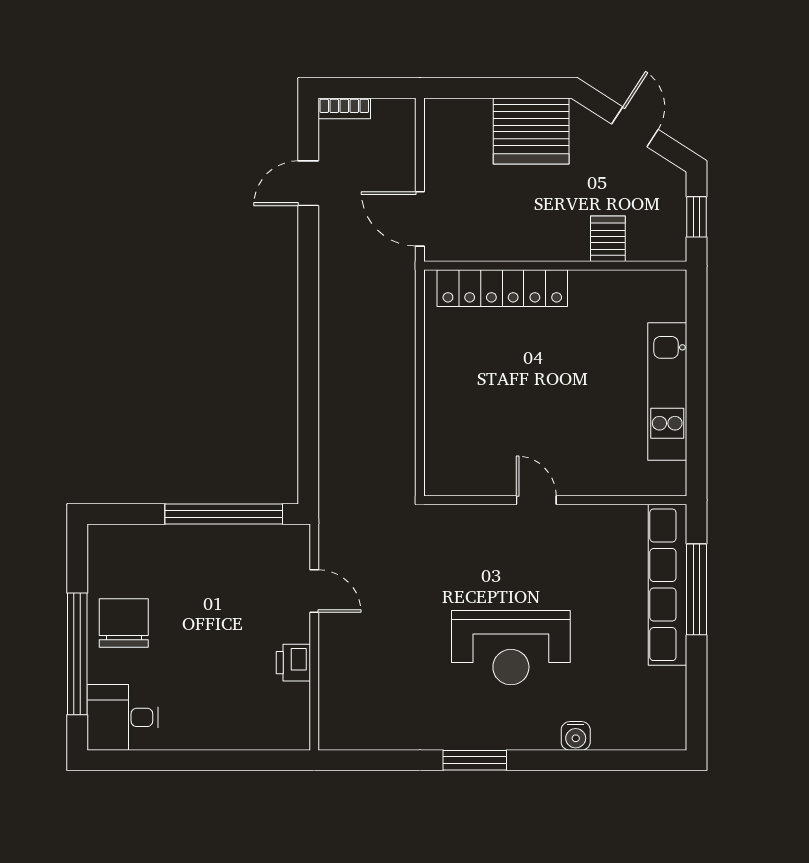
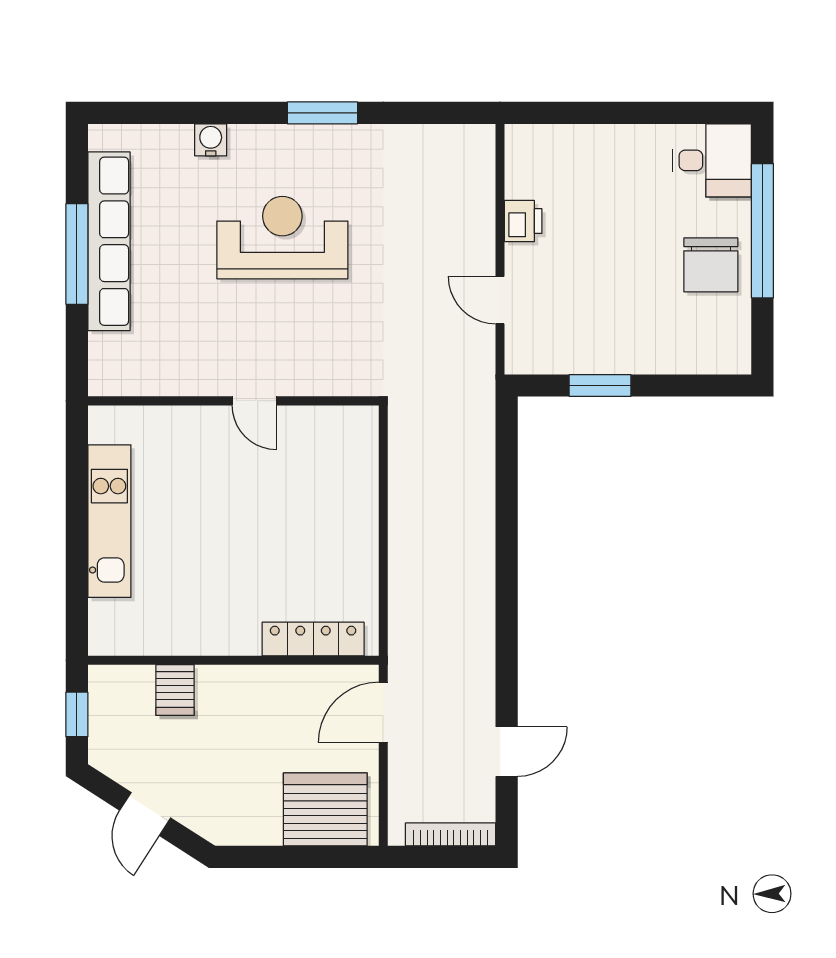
bookcase: (344, 108) -> (451, 834), width x1.56
server rack: (531, 131) -> (325, 809), moved
door: (420, 219) -> (383, 712), swing flipped
locker: (502, 288) -> (313, 639), width x0.71, depth x0.83
window: (224, 514) -> (600, 386), width x0.47
row of seats: (667, 585) -> (109, 241), moved
window: (697, 589) -> (77, 254), moved

